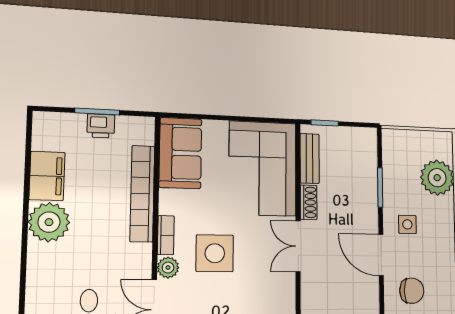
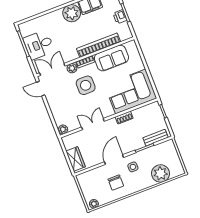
sofa: (180, 153) -> (111, 58), moved
bench: (310, 158) -> (155, 138), moved
double door: (298, 246) -> (93, 124), moved
chair: (412, 291) -> (116, 183), moved

